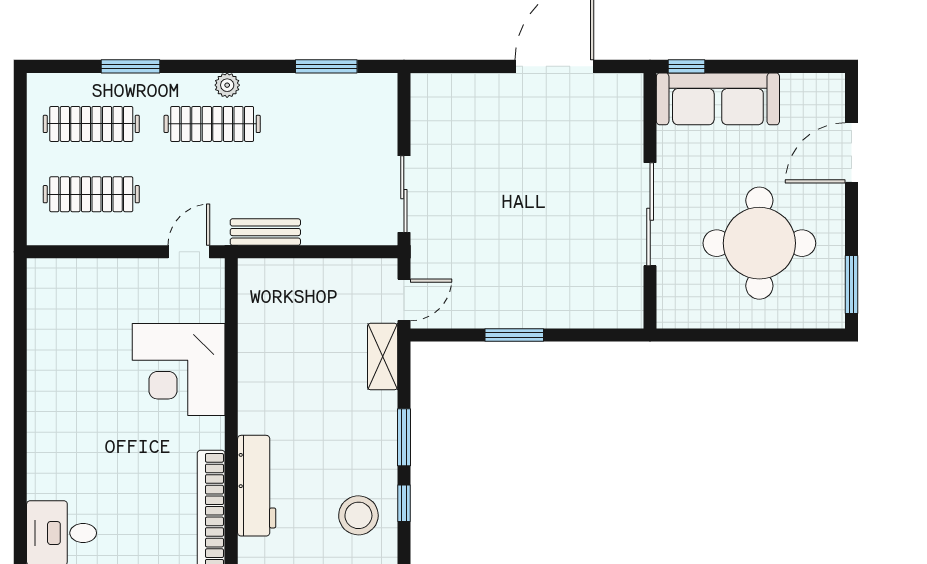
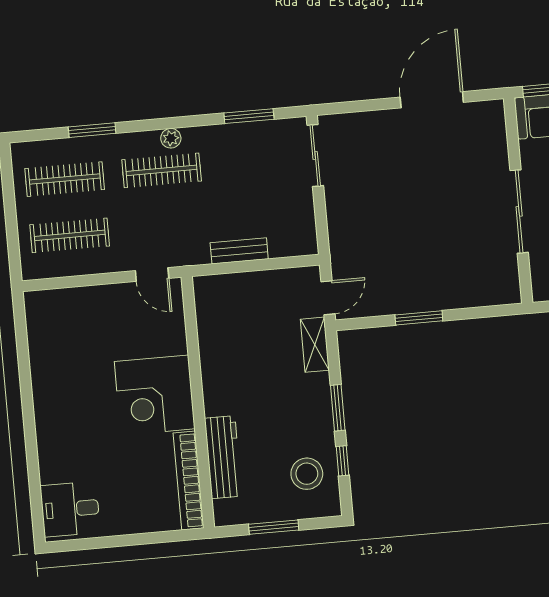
sliding door: (404, 194) -> (315, 155), moved
bench: (265, 232) -> (239, 251), moved
door: (189, 252) -> (152, 275), swing flipped
corner desk: (179, 370) -> (155, 395), moved

